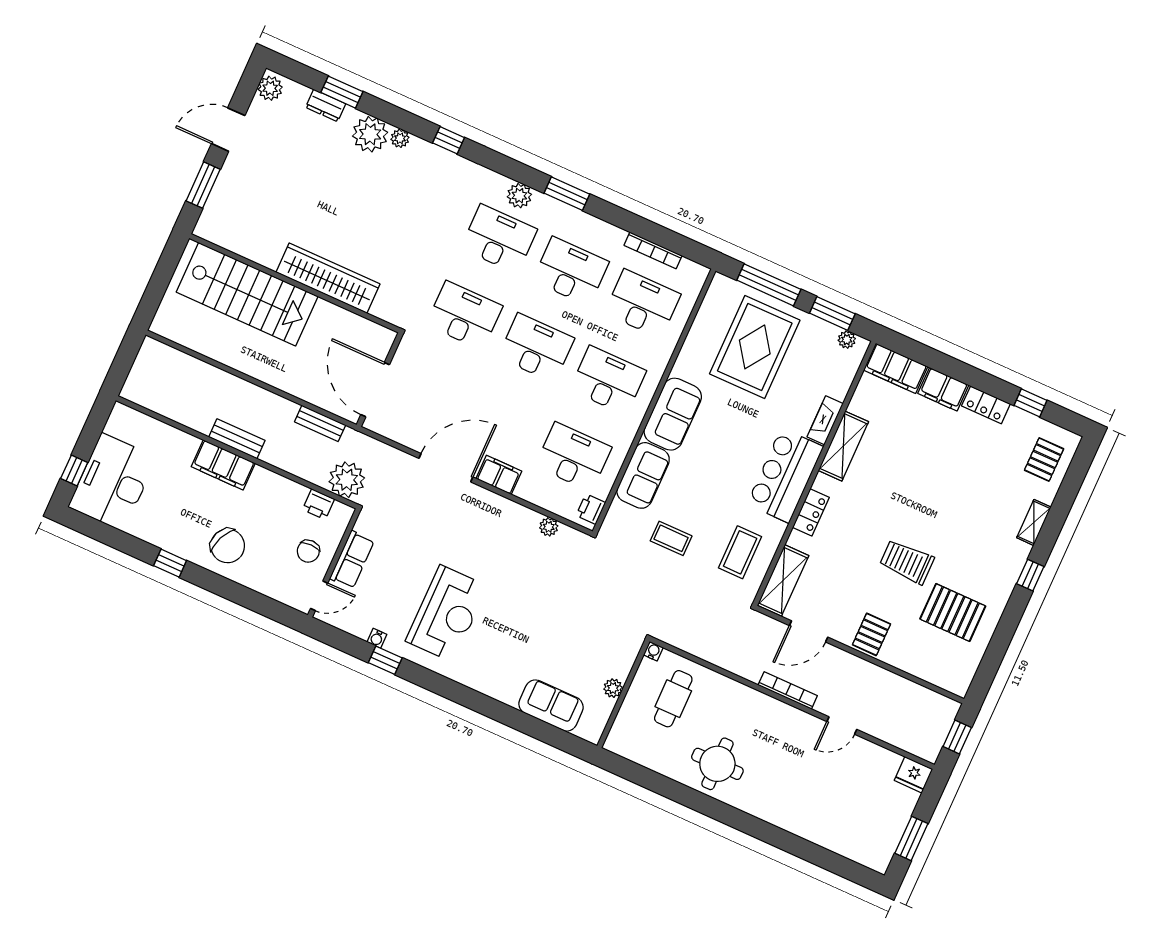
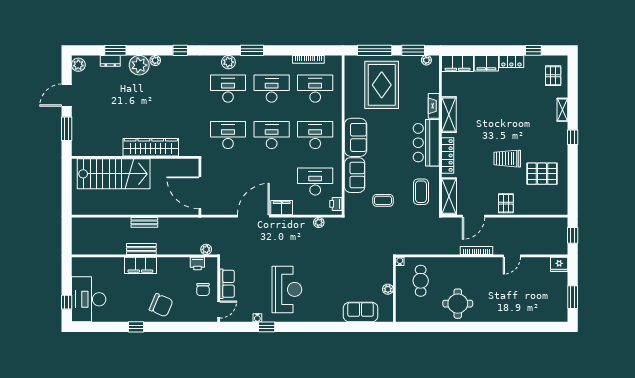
bench: (320, 423) -> (144, 222), moved
plant: (347, 480) -> (206, 249), width x0.53, depth x0.53
locker: (811, 512) -> (448, 155), width x1.53

